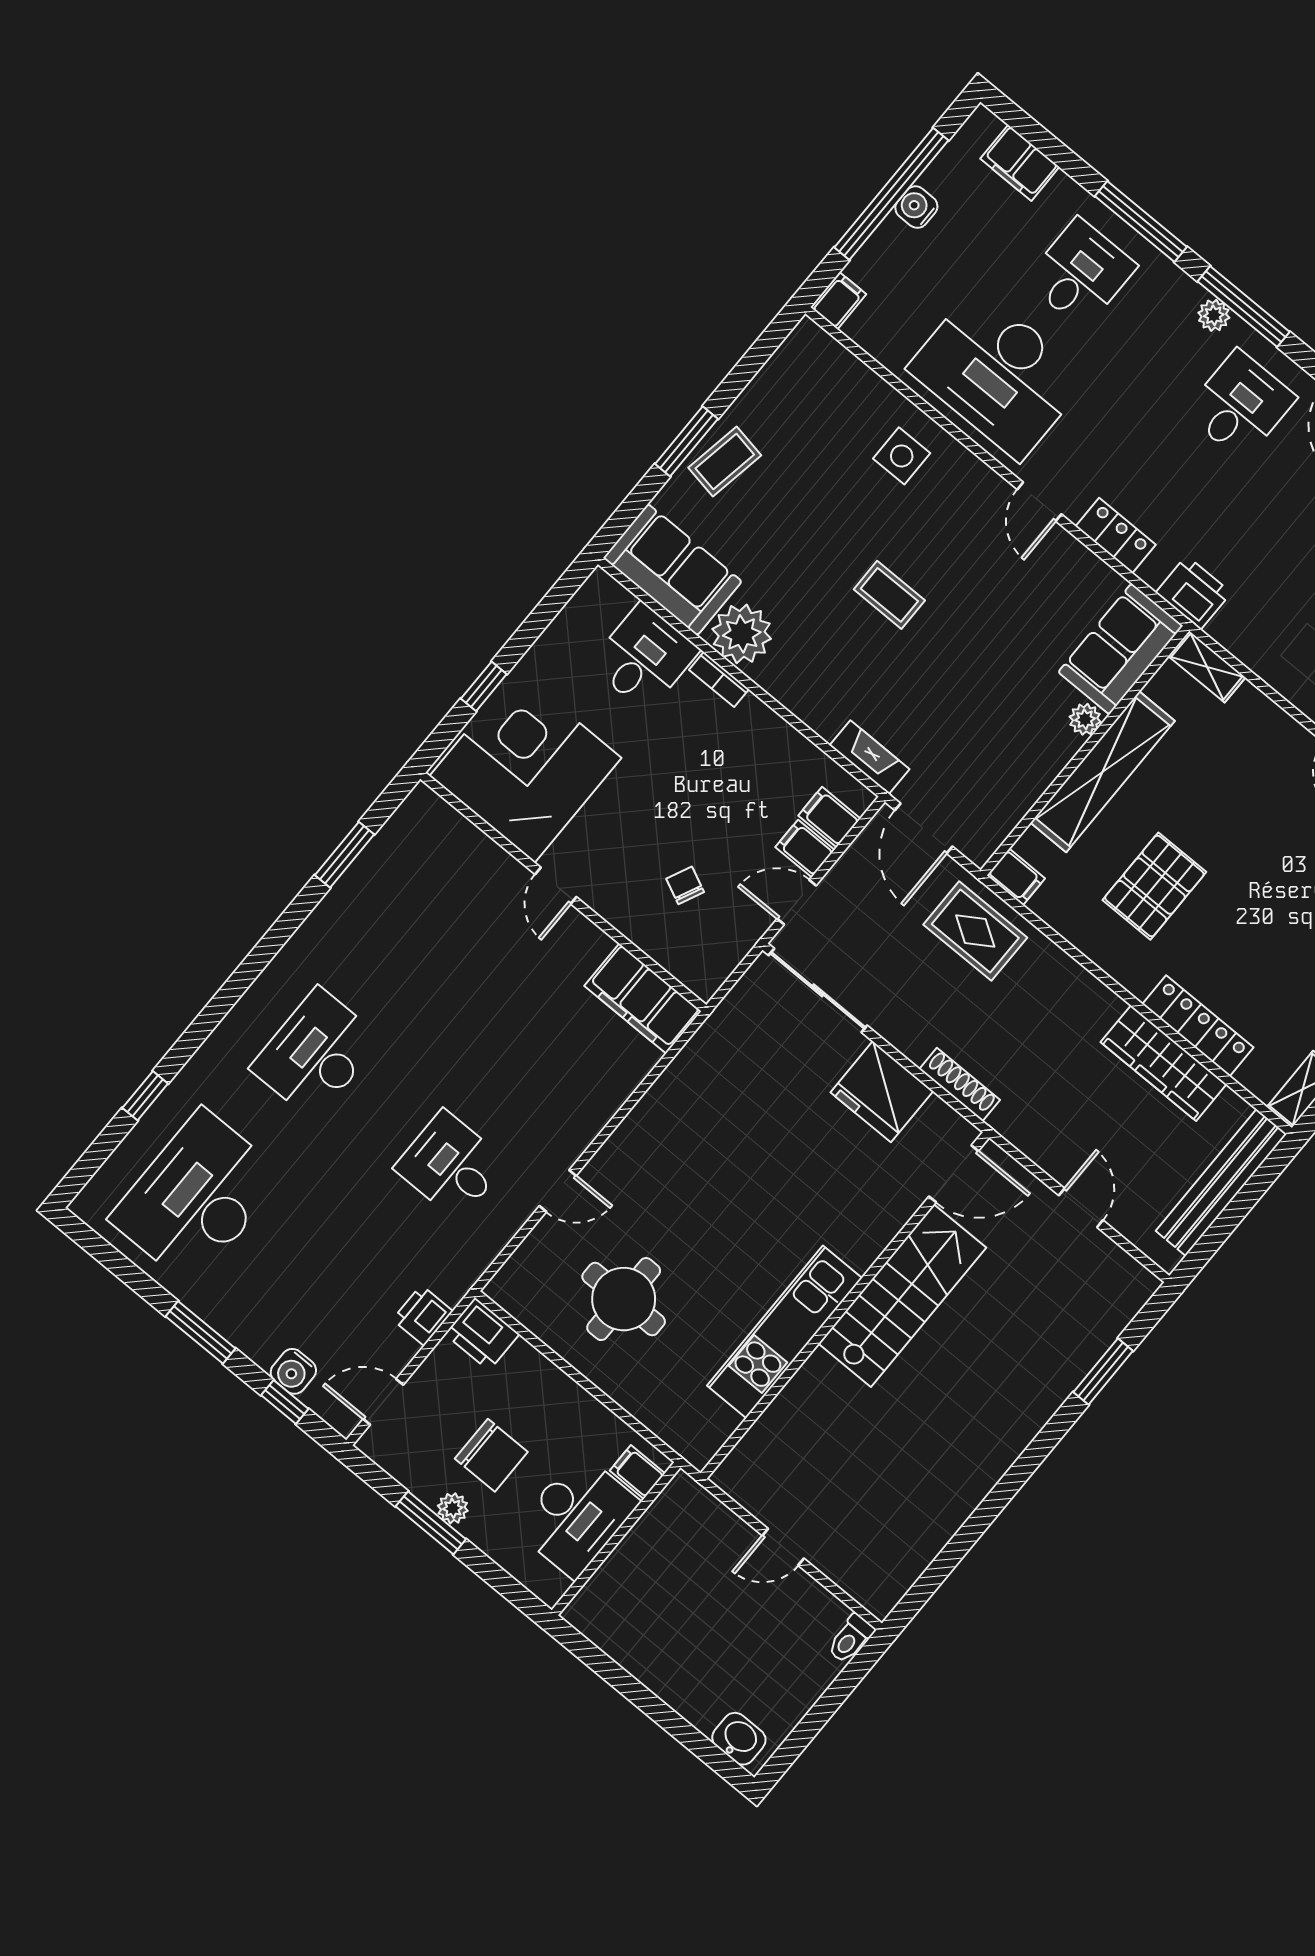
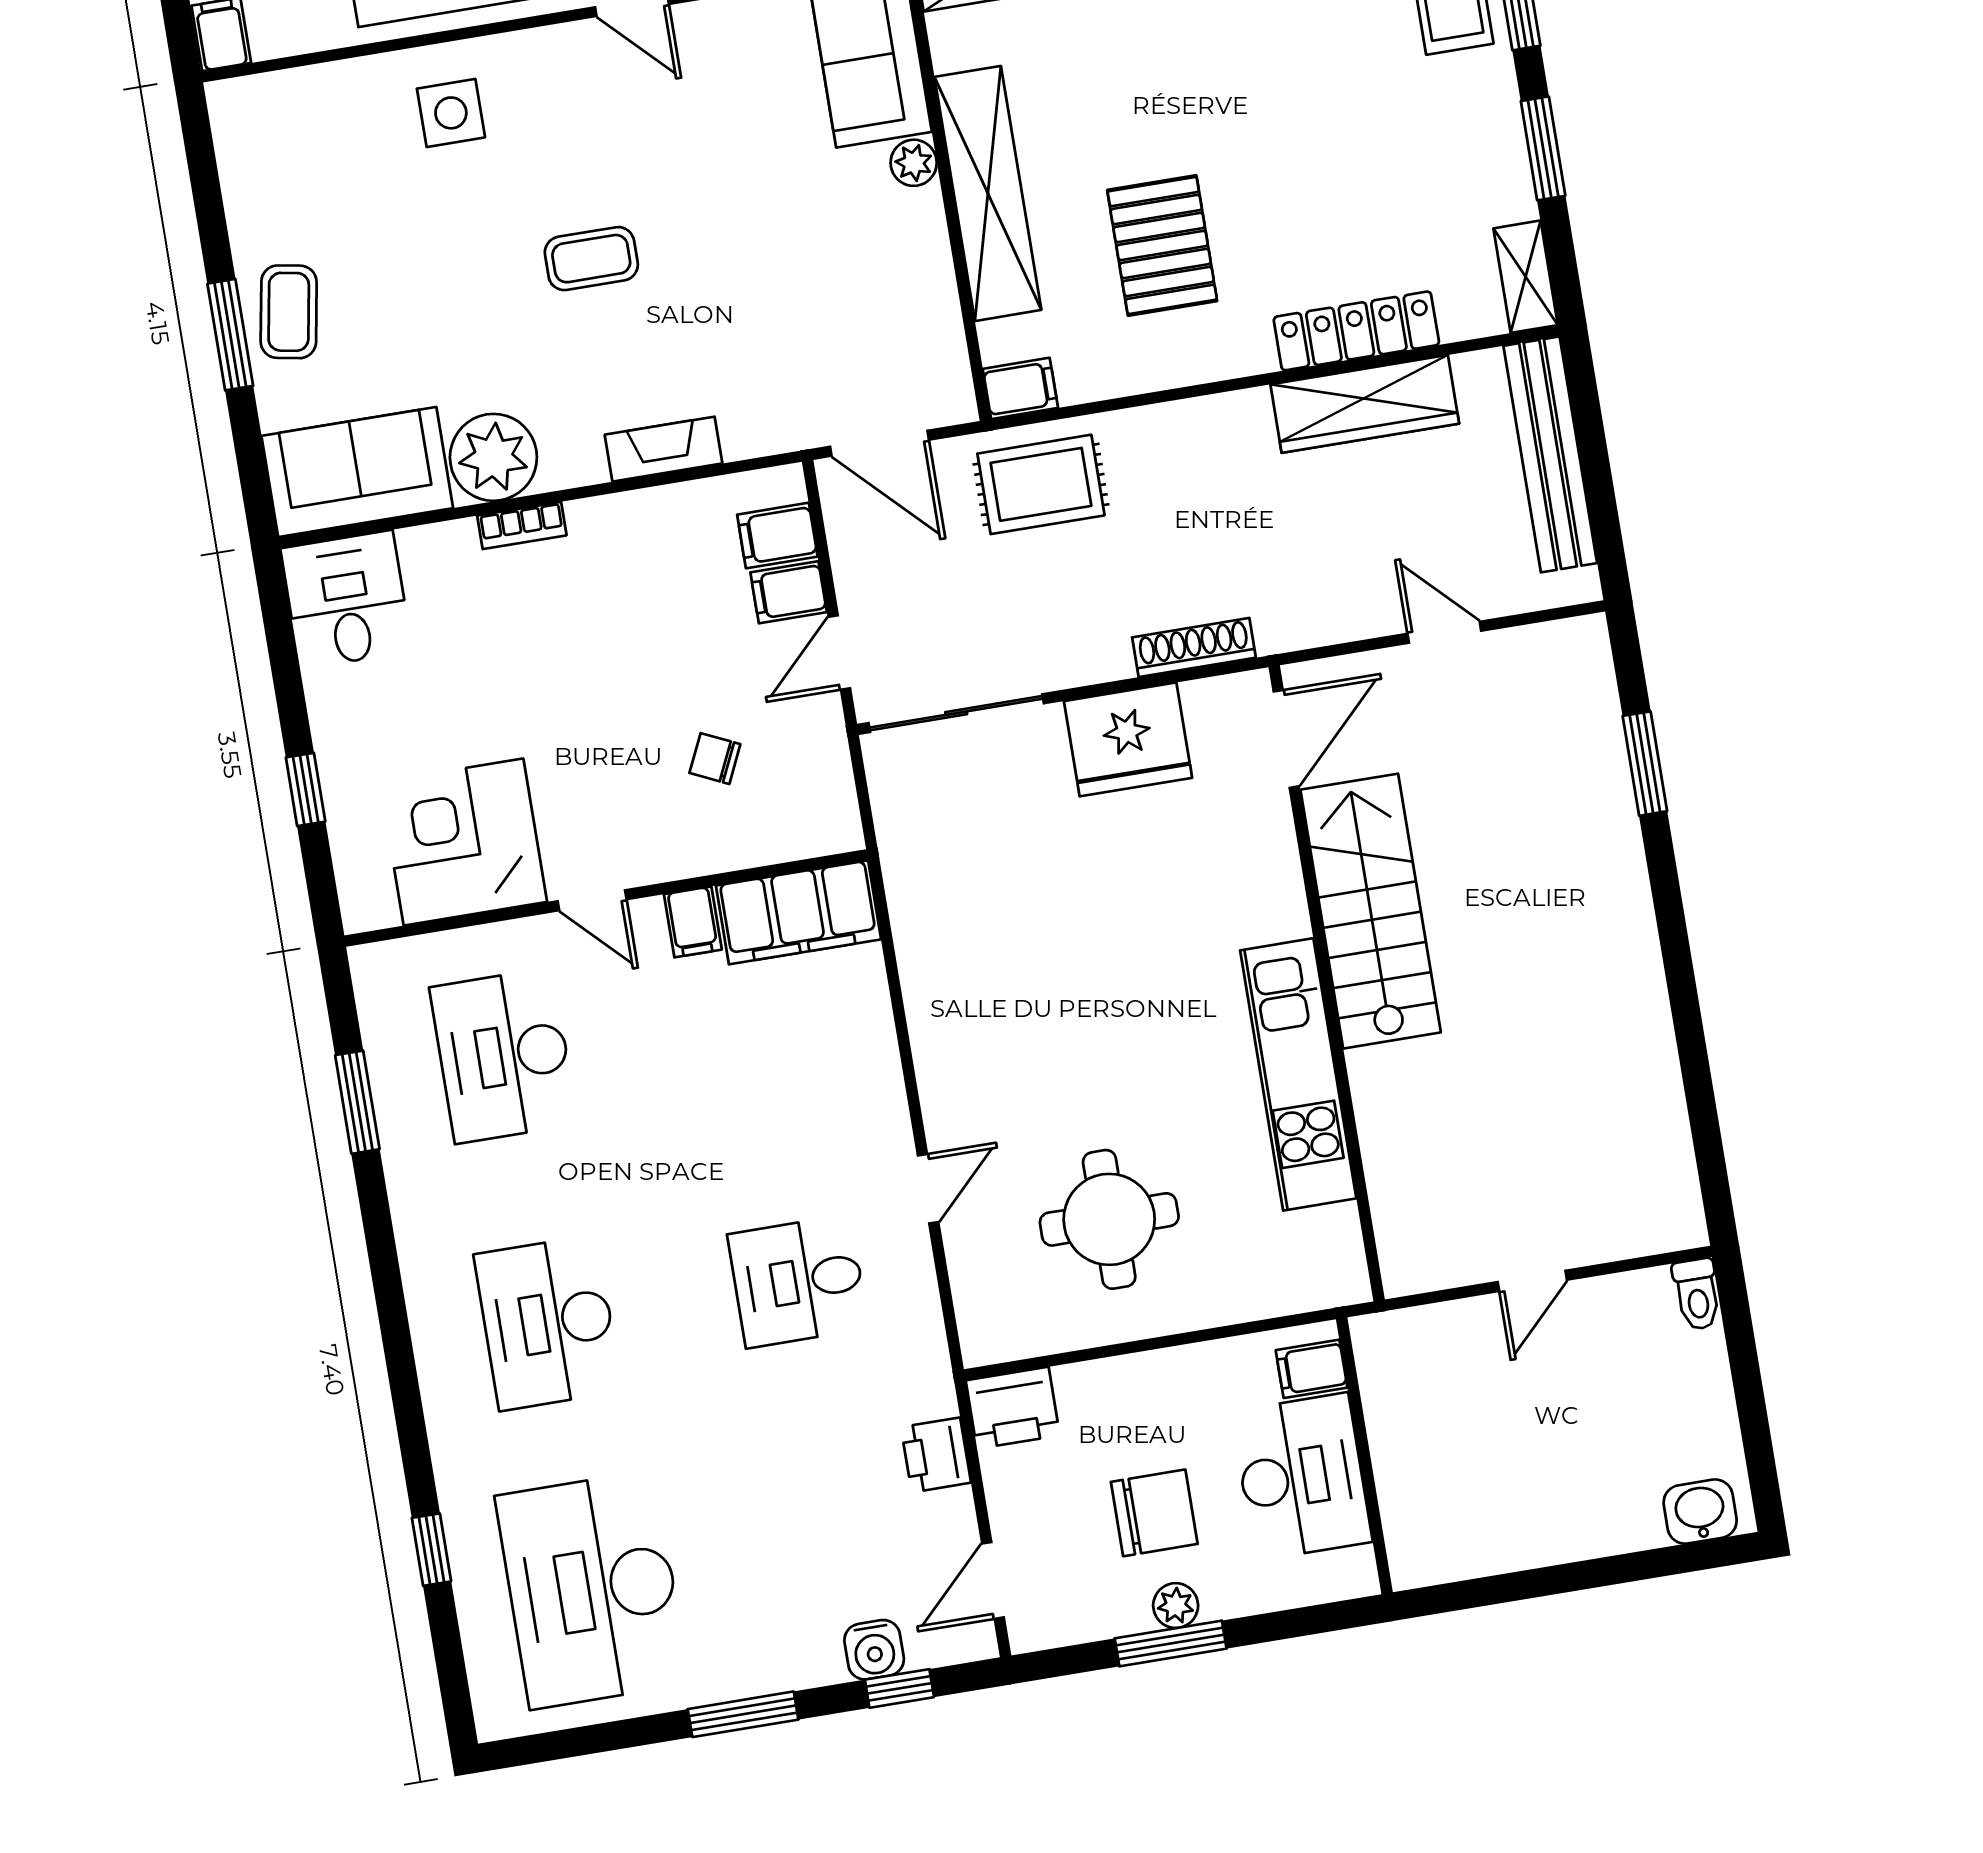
desk: (644, 657) -> (346, 600), moved
fireplace: (870, 757) -> (664, 449), moved
corner desk: (525, 767) -> (463, 842), width x0.74, depth x0.74
desk: (435, 910) -> (504, 1056), added
filing cabinet: (590, 948) -> (693, 922), added

